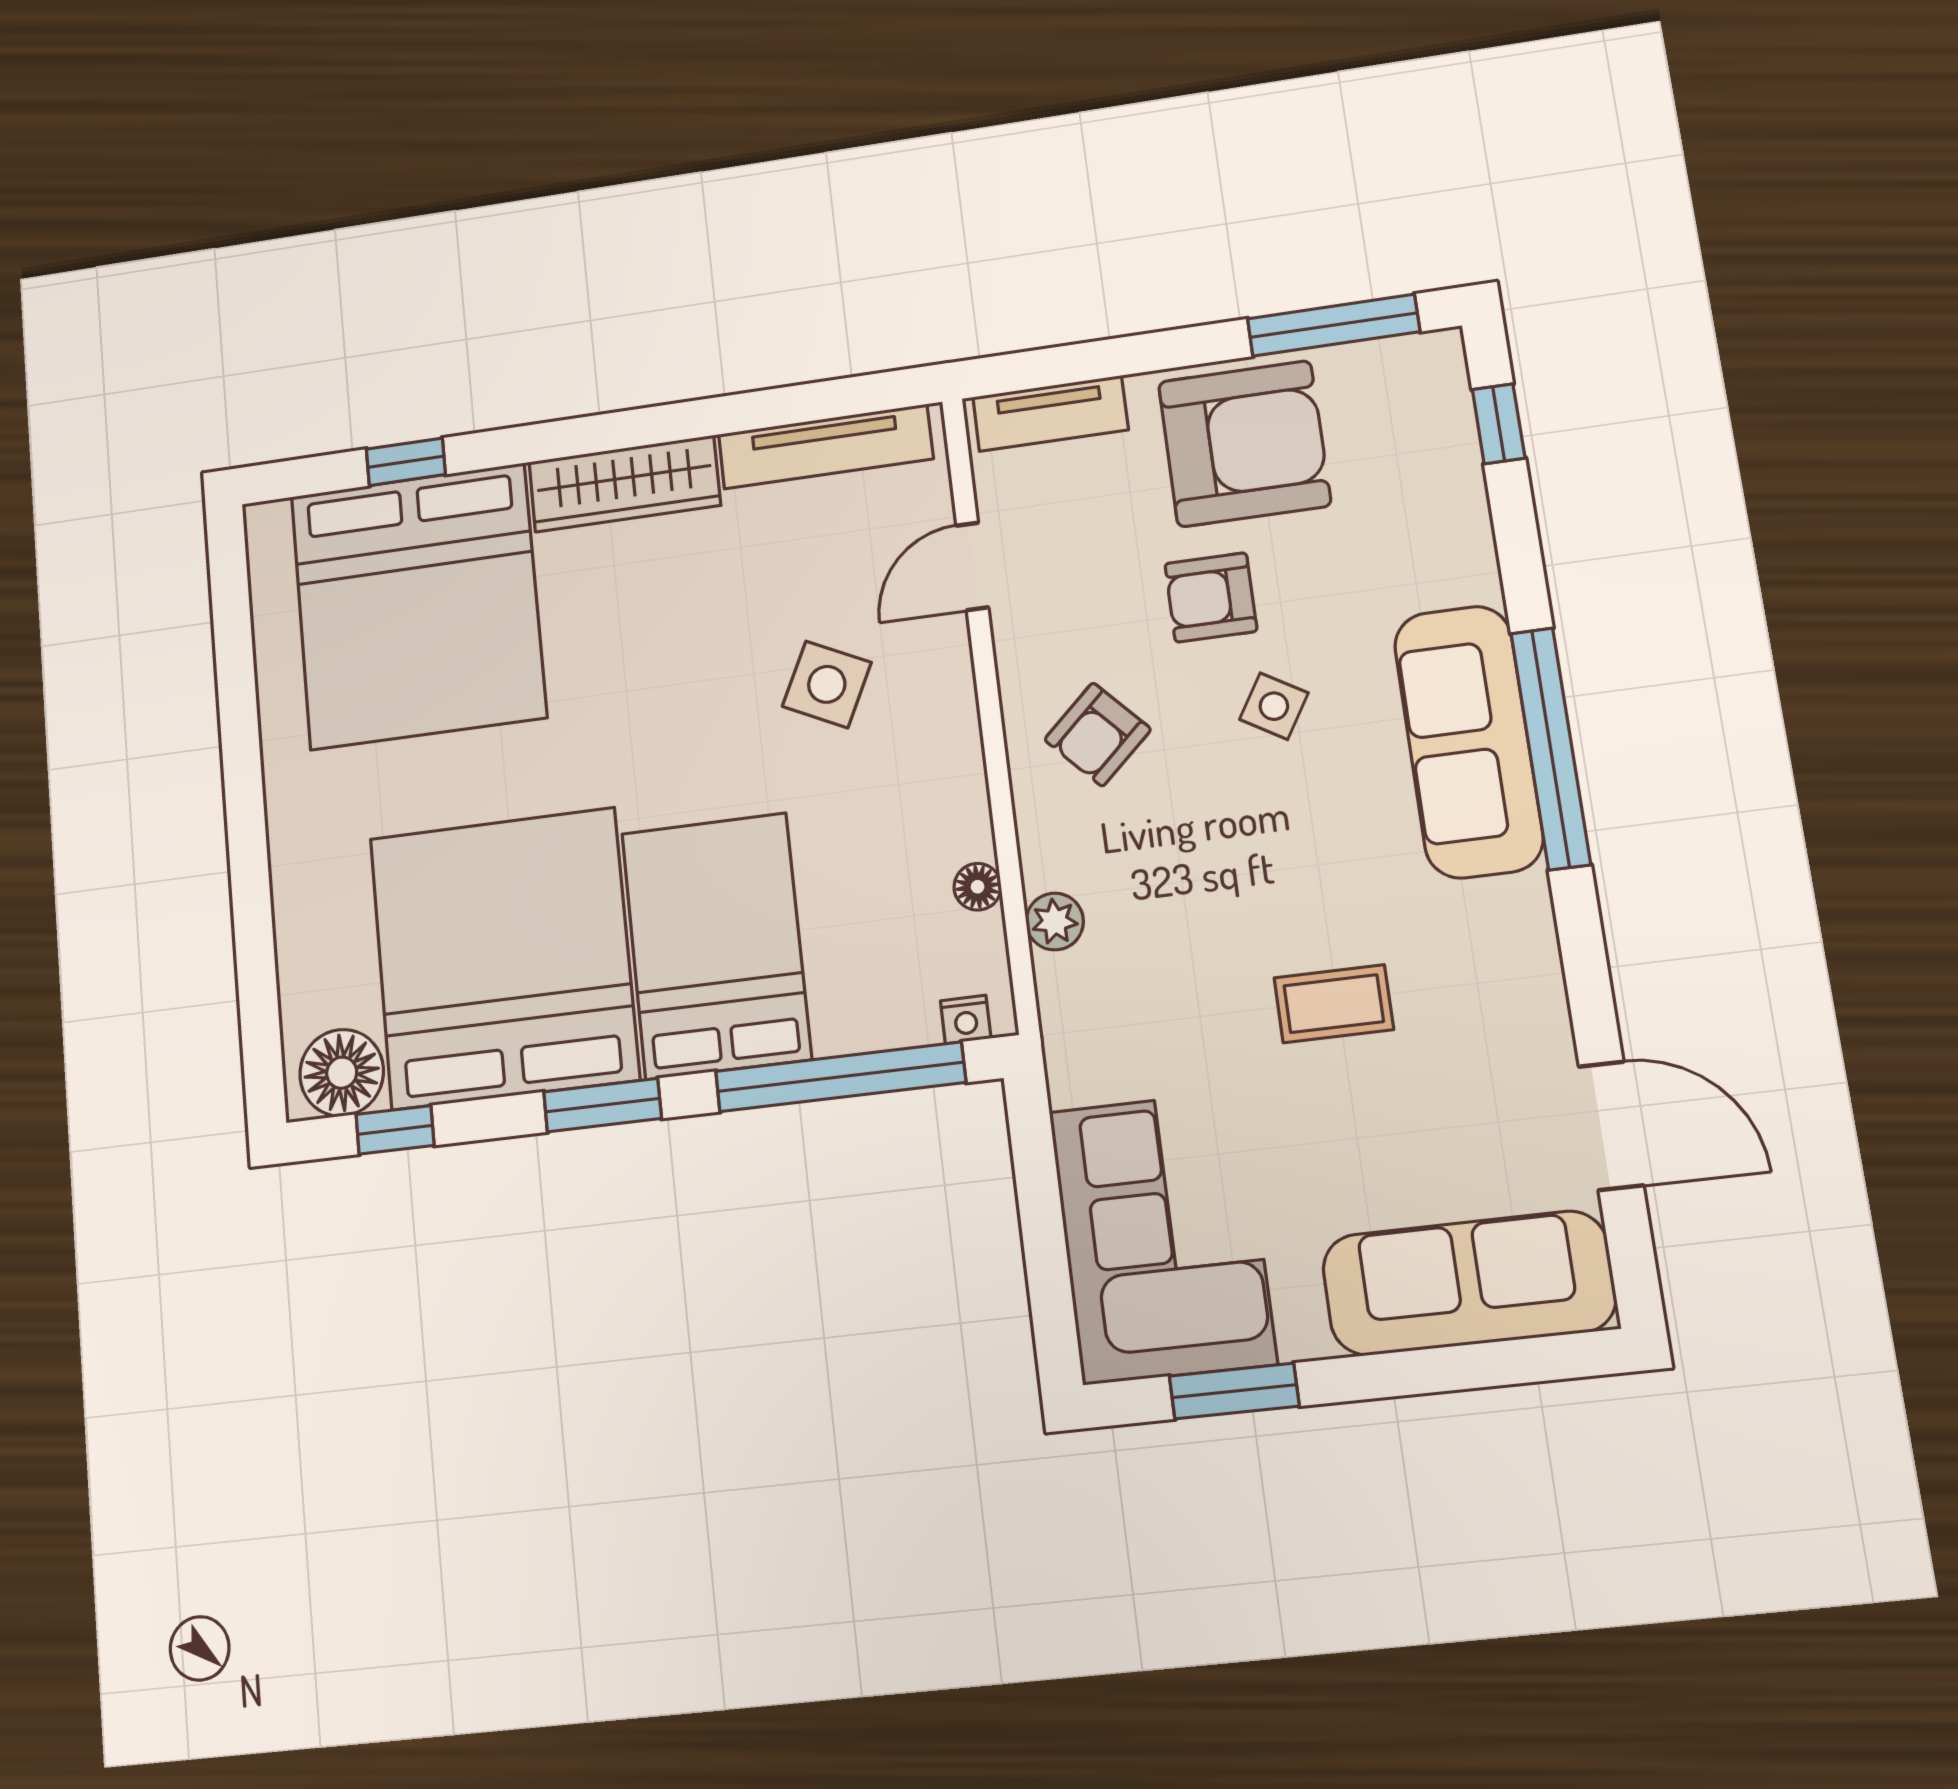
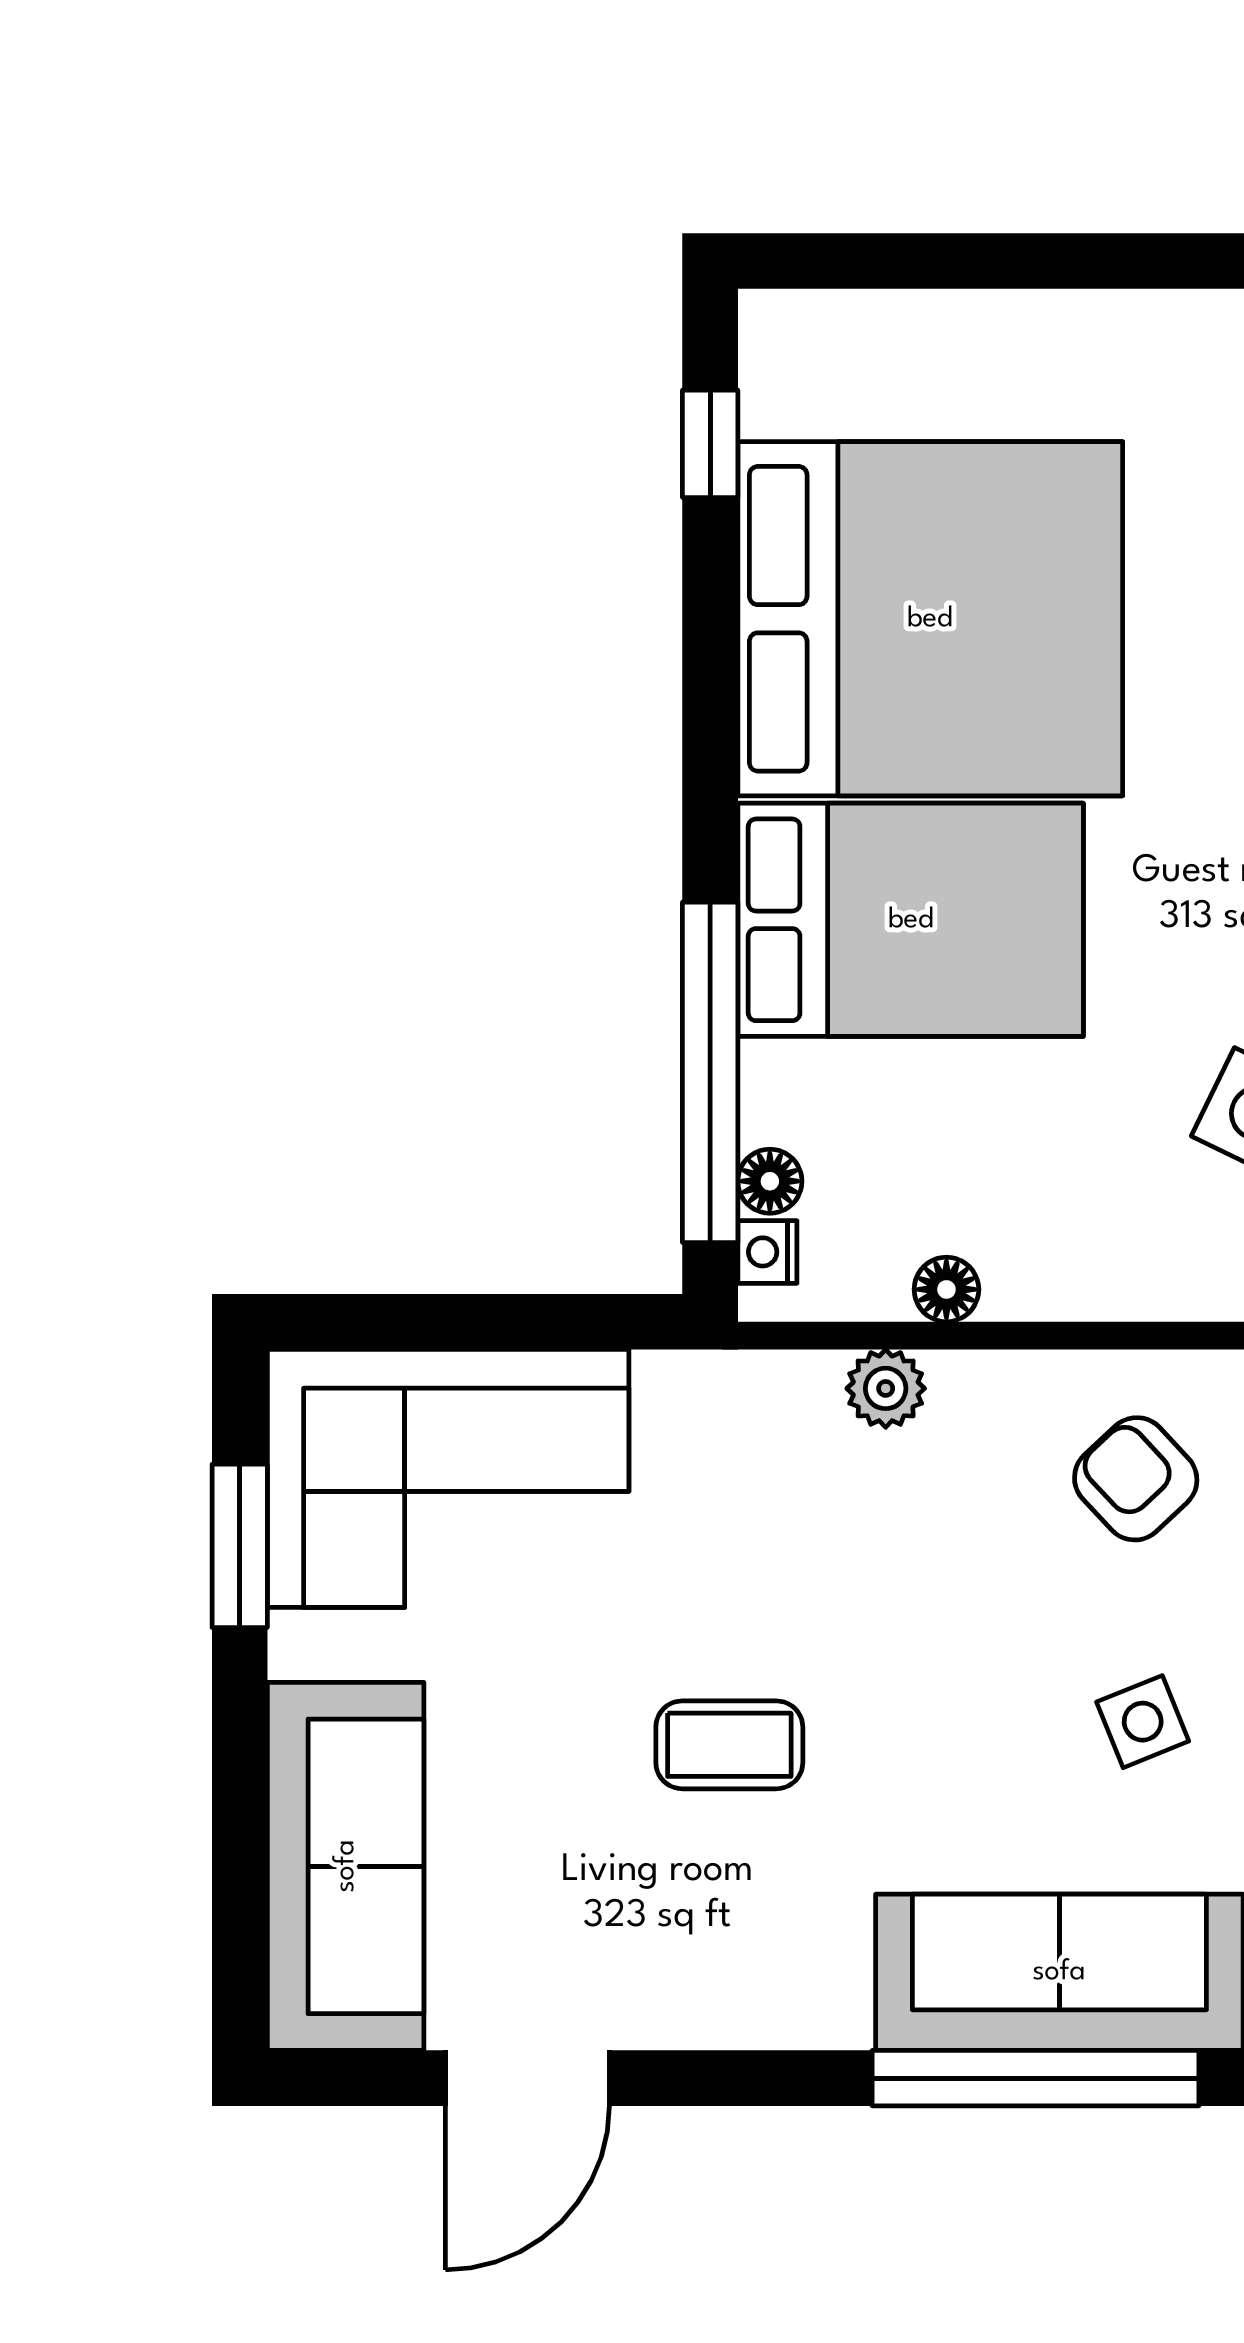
side table: (1274, 706) -> (1143, 1722), turned 37
coffee table: (1334, 1004) -> (729, 1745), turned 90
floor lamp: (342, 1073) -> (770, 1181), moved, width x0.53, depth x0.53
window: (603, 1105) -> (710, 740), removed

